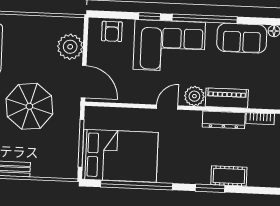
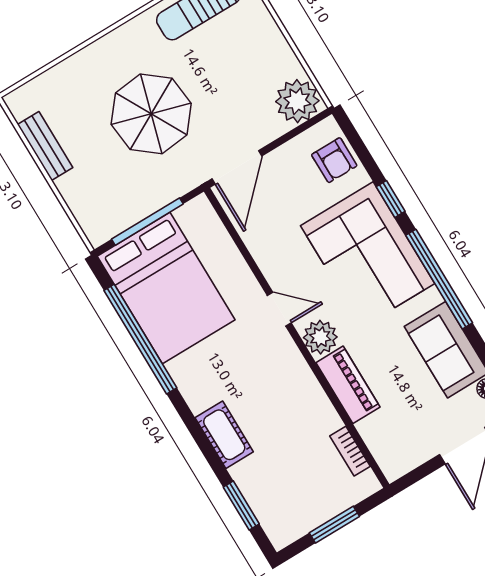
armchair: (112, 31) -> (334, 160), turned -90
plant: (70, 47) -> (297, 101), moved
dresser: (224, 120) -> (314, 401), removed
cot: (229, 176) -> (224, 435), moved
window: (210, 188) -> (241, 506), moved

